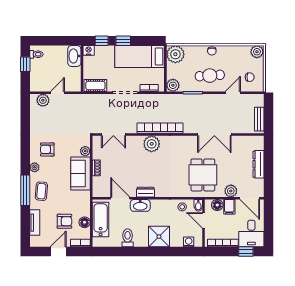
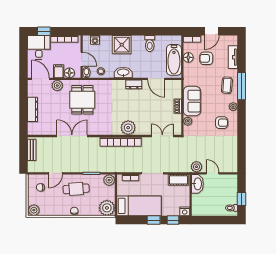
washbasin: (74, 56) -> (197, 184), moved
door: (57, 93) -> (213, 173), swing flipped
plant: (43, 100) -> (196, 167), moved
washbasin: (140, 205) -> (123, 73), moved

